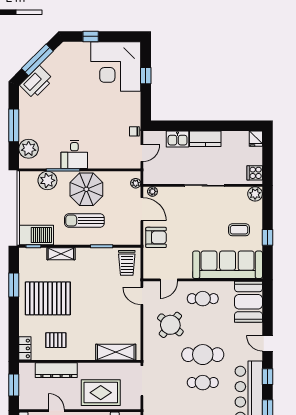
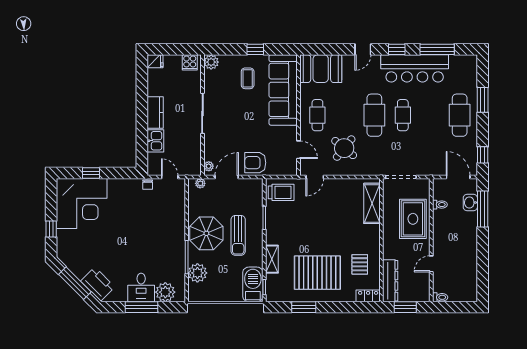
desk: (74, 154) -> (141, 288), moved, turned 90
armchair: (156, 237) -> (255, 163), turned -90
pallet: (48, 298) -> (317, 273), turned 90
dresser: (56, 370) -> (390, 281), moved

